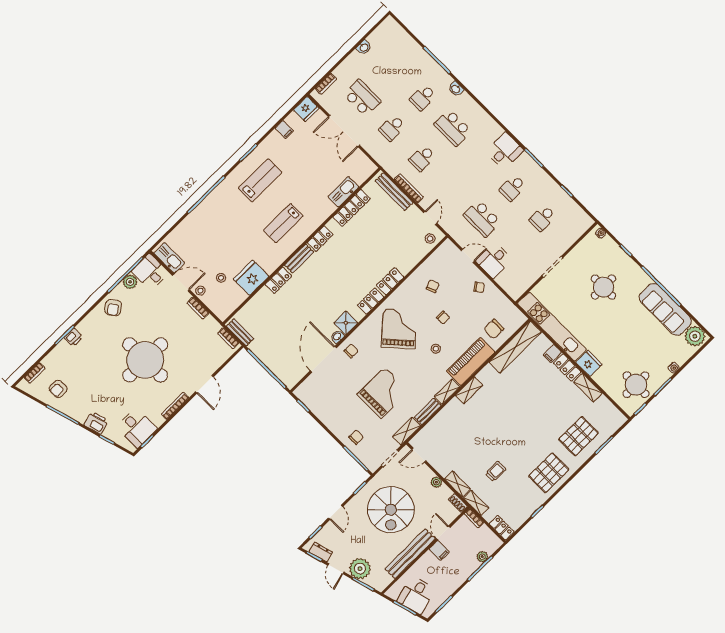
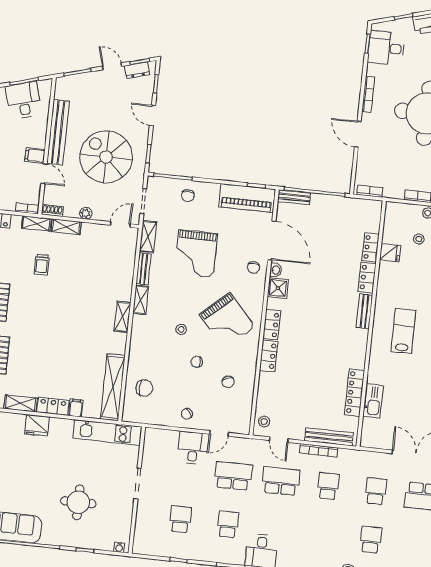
school desk: (453, 128) -> (281, 481), moved
locker: (320, 239) -> (371, 247), moved
fridge: (251, 278) -> (390, 253), width x0.53, depth x0.75
kitchen unit: (552, 327) -> (108, 432), width x0.73
chair: (494, 329) -> (144, 388), turned 90
bench: (240, 332) -> (294, 197), moved
piano: (471, 362) -> (247, 198), moved, turned 90
plant: (360, 569) -> (91, 84), removed

